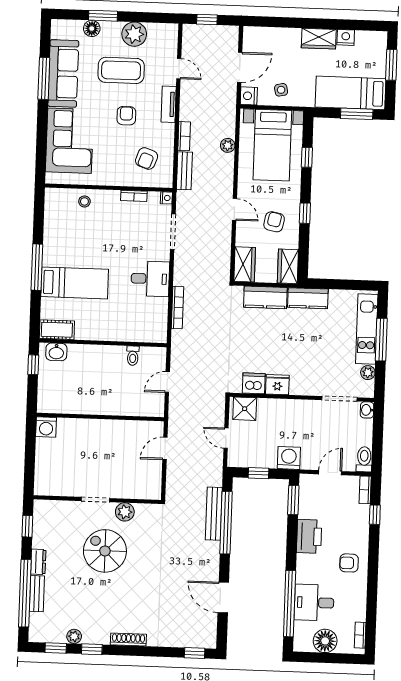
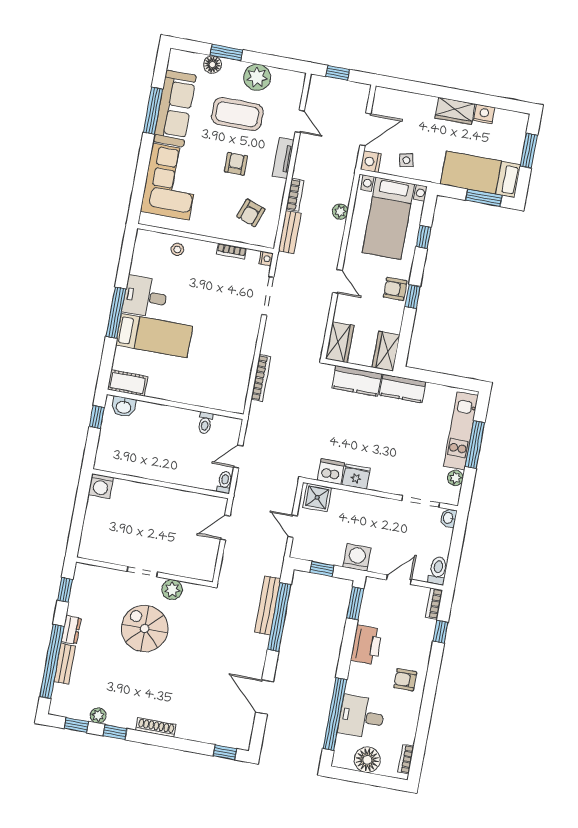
armchair: (274, 222) -> (395, 289), moved, turned -101
desk: (150, 279) -> (145, 297), moved, turned 180
toilet: (158, 407) -> (225, 482), added

